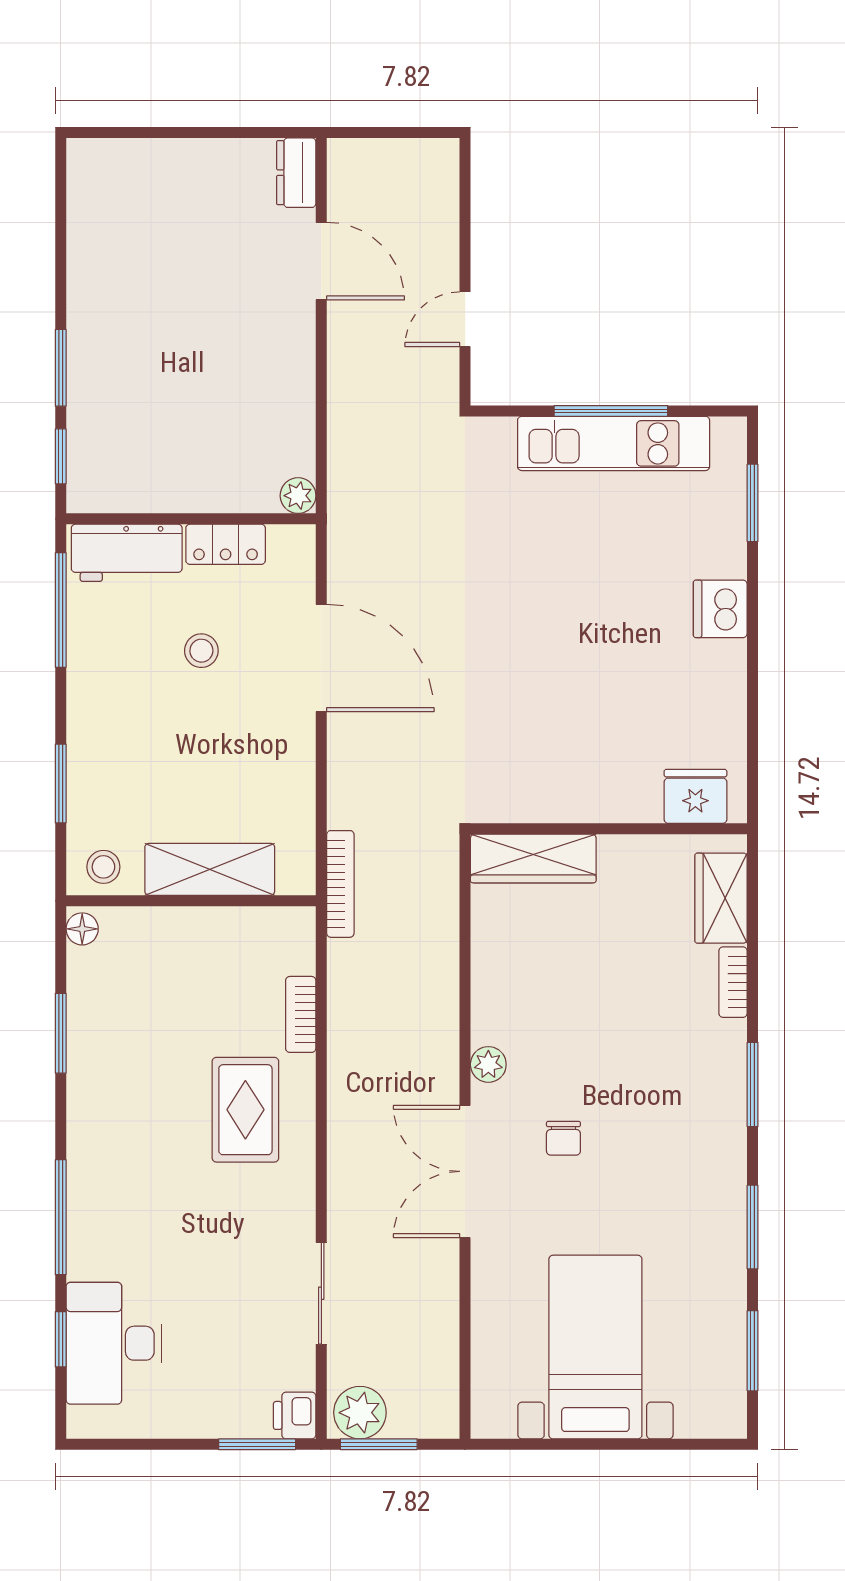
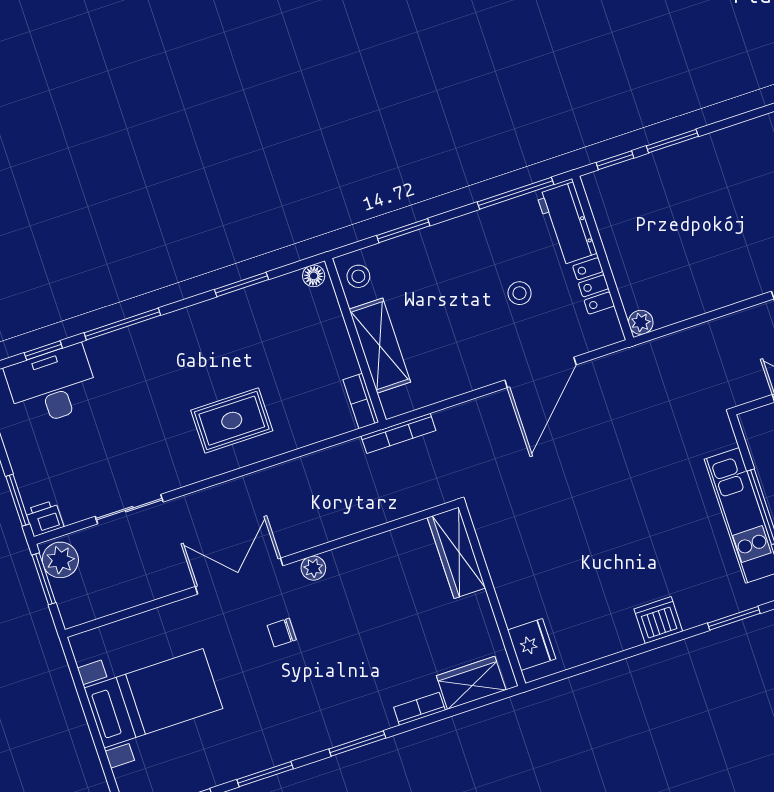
bookcase: (301, 1014) -> (361, 401), moved, turned -90

